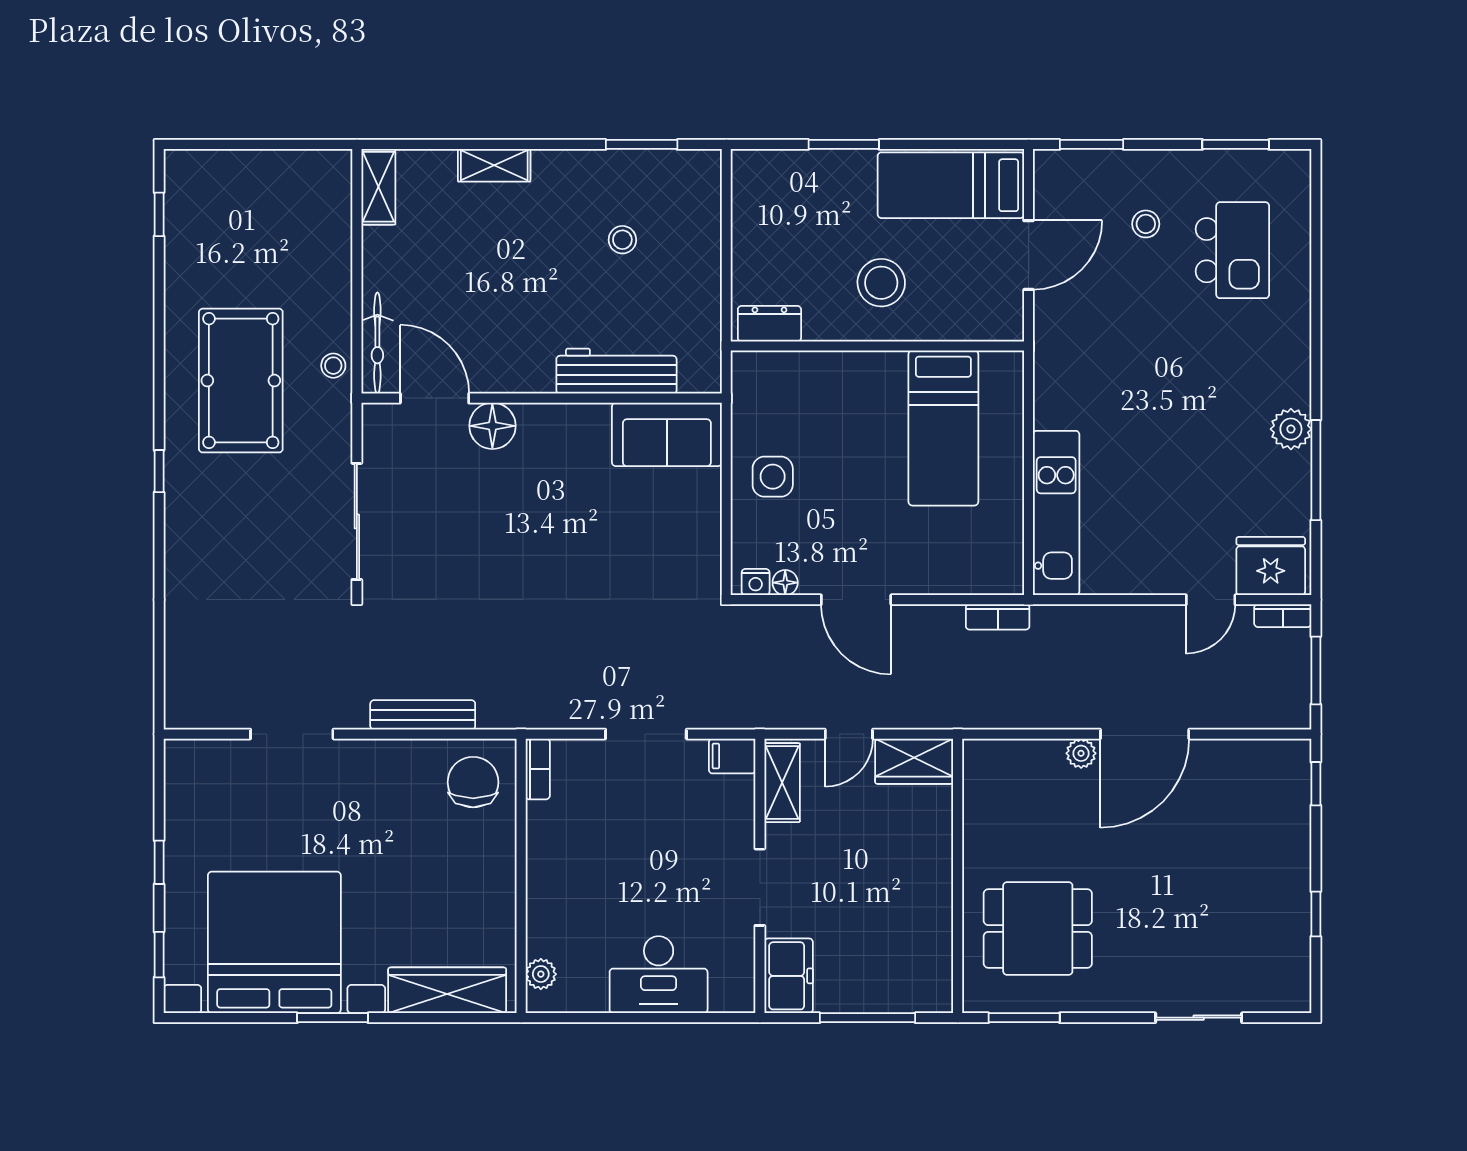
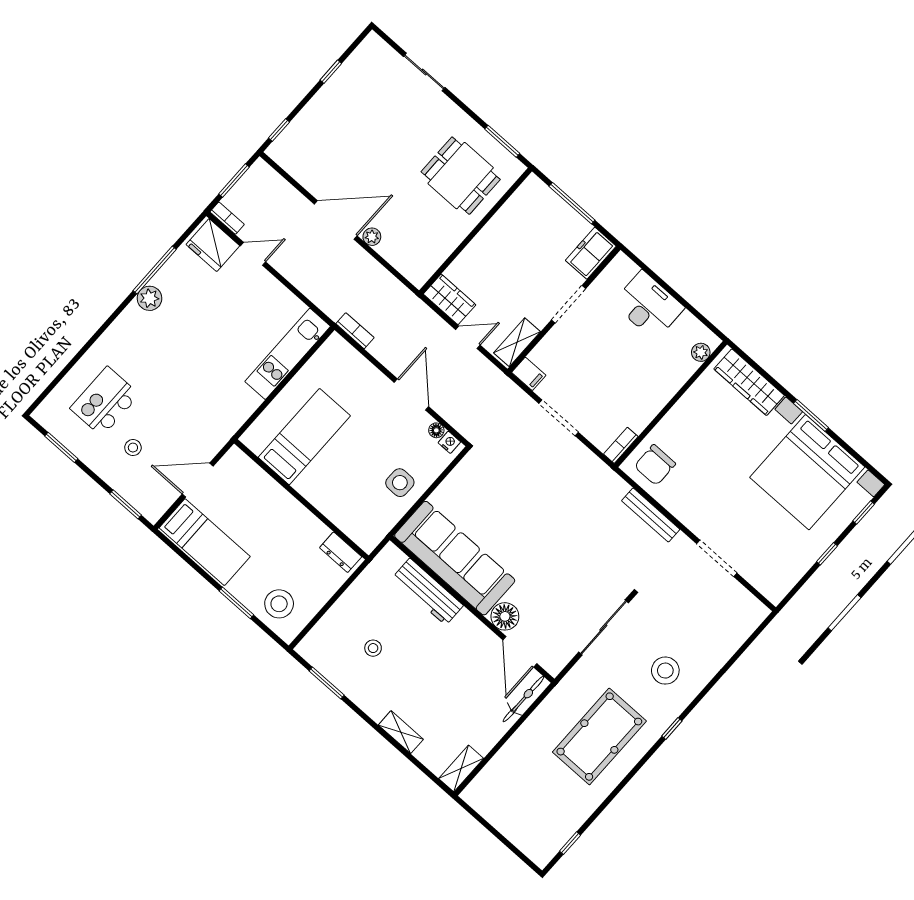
stool: (881, 283) -> (279, 604), moved
stool: (333, 366) -> (665, 671), moved, width x1.89, depth x1.89
sofa: (667, 434) -> (455, 558), width x1.85, depth x1.27

